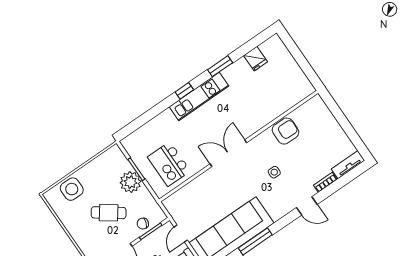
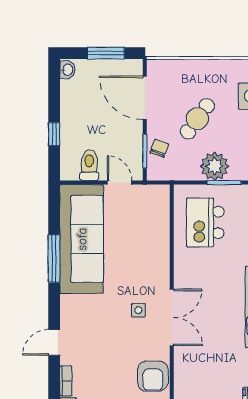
double door: (228, 153) -> (172, 318), moved
kitchen island: (169, 164) -> (205, 222), turned -90
side table: (274, 172) -> (138, 310), moved

